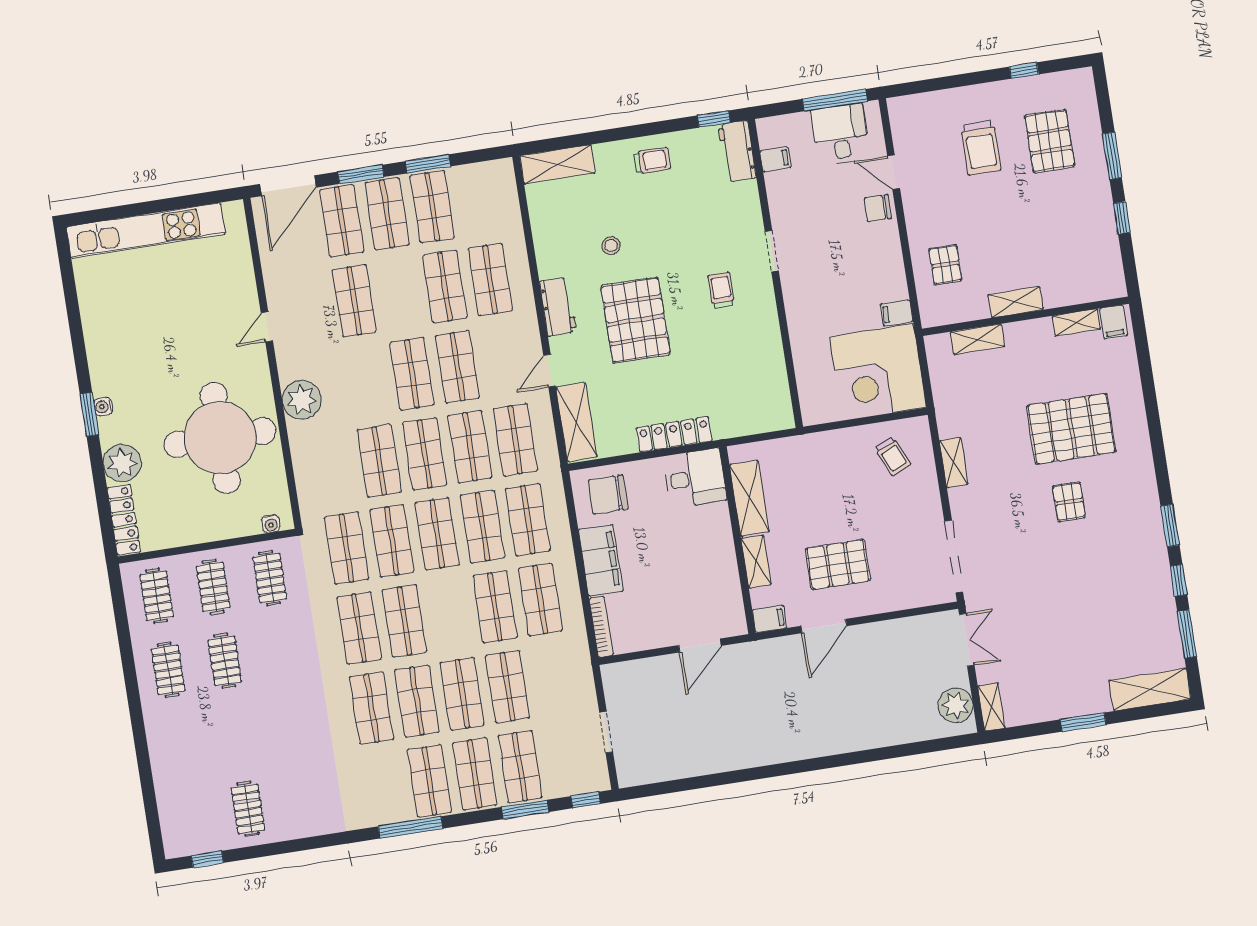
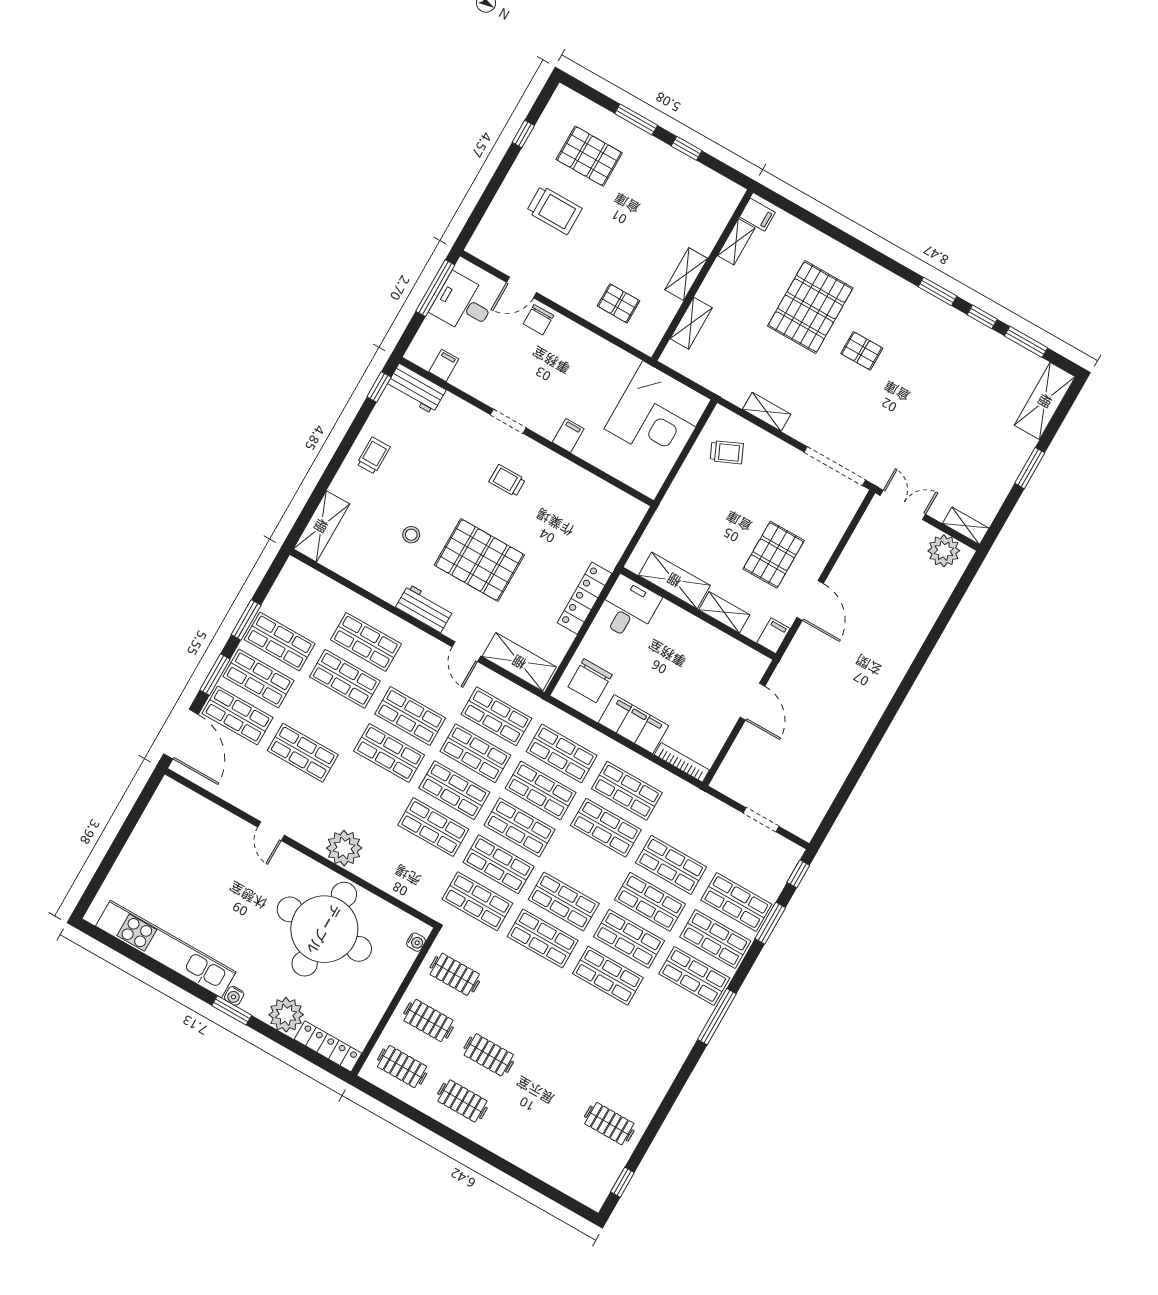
kitchen unit: (146, 231) -> (166, 949), moved, turned -90
filing cabinet: (897, 313) -> (568, 436), moved, turned 180

